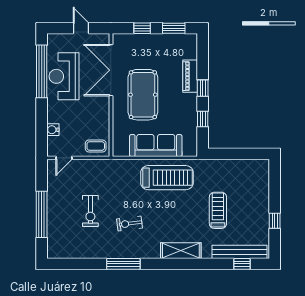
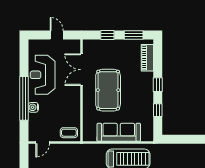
double door: (111, 70) -> (82, 70), width x0.73
window: (42, 71) -> (24, 98), moved
piano: (190, 76) -> (147, 58), moved
water cooler: (53, 130) -> (33, 107), moved

